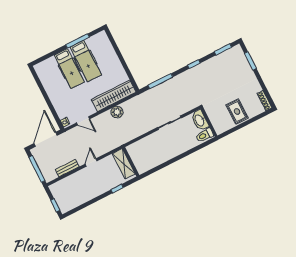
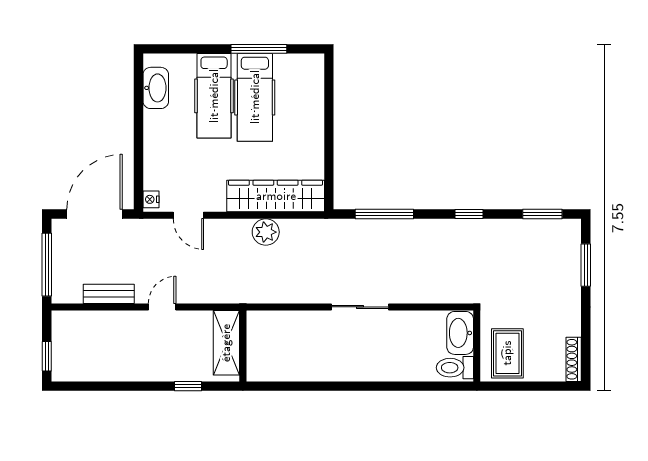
washbasin: (45, 77) -> (156, 88), added
washbasin: (200, 120) -> (460, 333), moved
wall: (209, 122) -> (477, 346), moved
toilet: (205, 135) -> (455, 368), moved

